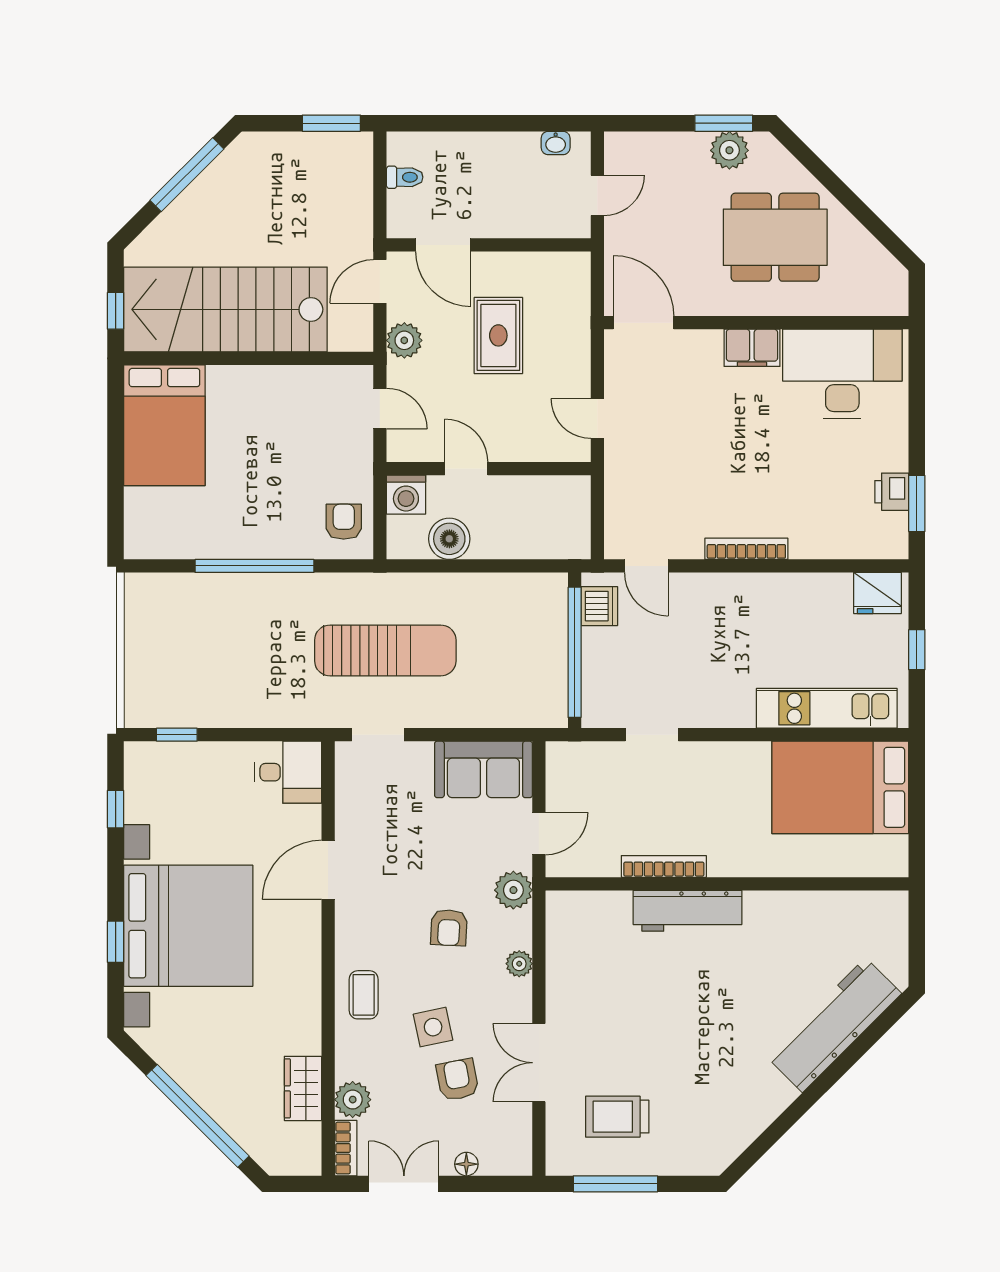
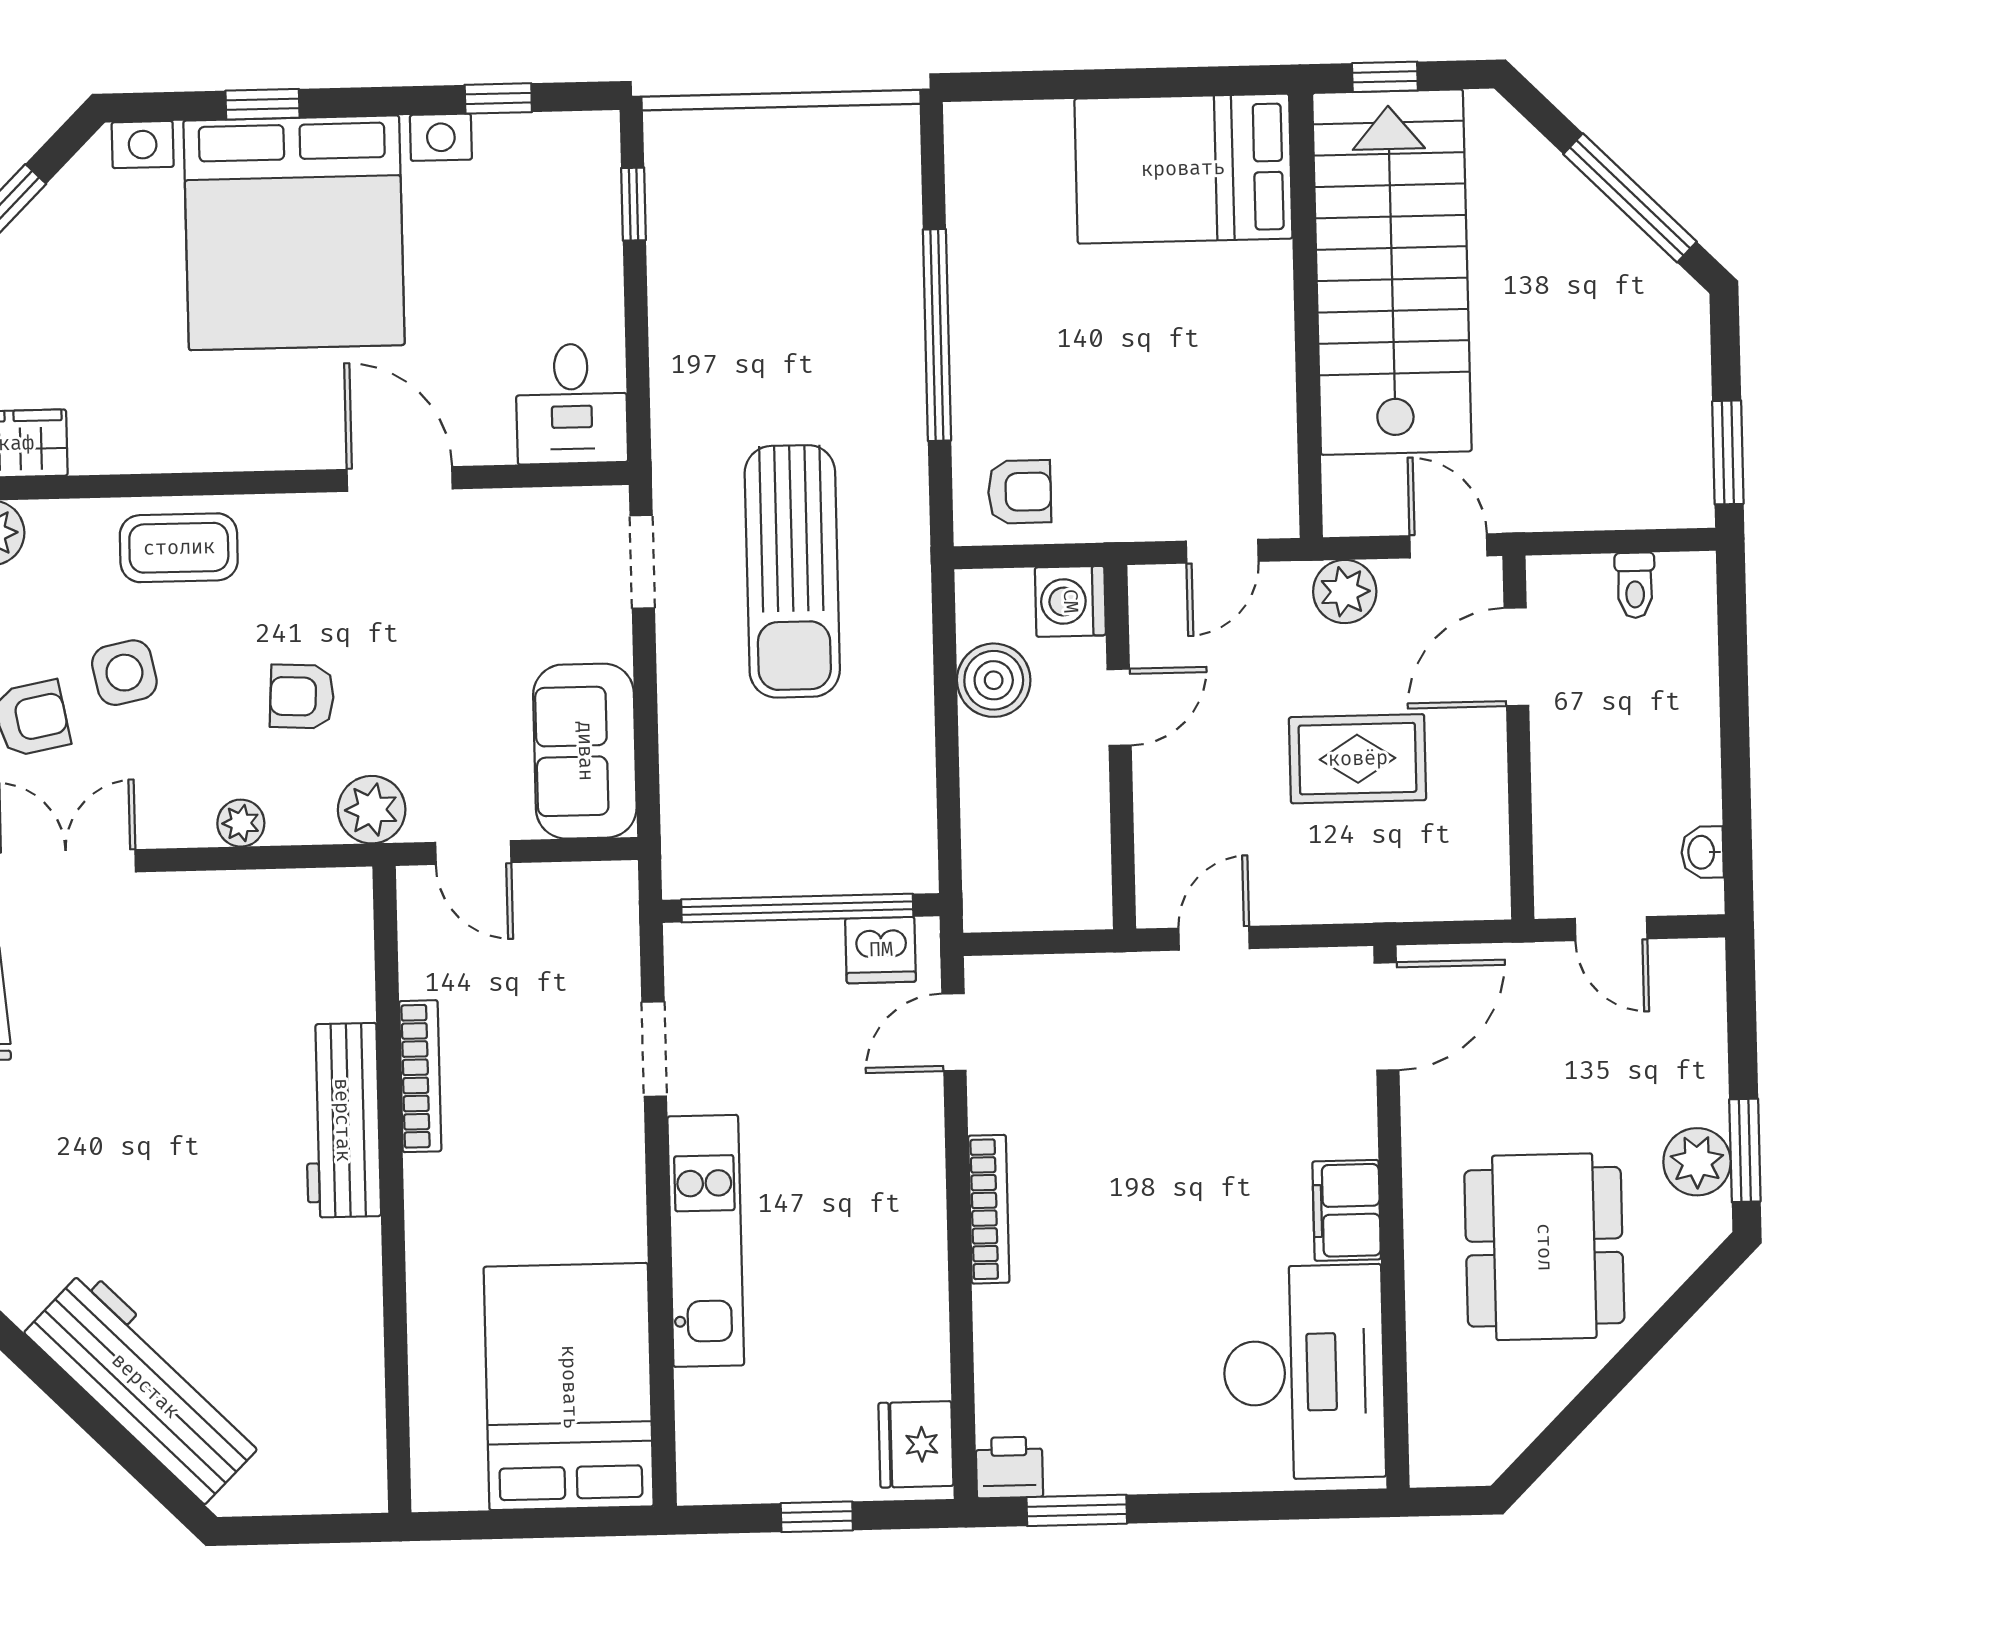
printer: (892, 492) -> (1009, 1467), moved
kitchen unit: (827, 708) -> (706, 1241), moved
coffee table: (364, 995) -> (179, 548), width x1.36, depth x1.30

